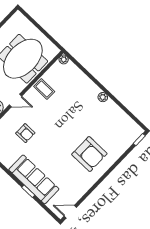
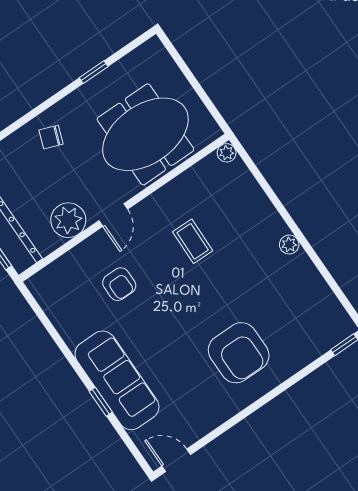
coffee table: (44, 89) -> (193, 241), moved
door: (16, 101) -> (113, 215), hinge flipped

